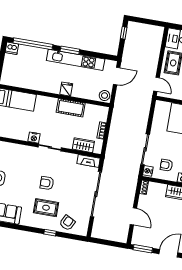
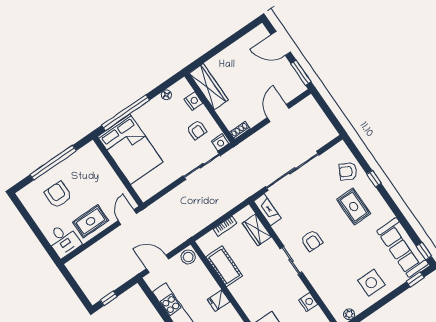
cot: (71, 108) -> (224, 266), moved
nightstand: (34, 138) -> (308, 302), moved
armchair: (47, 183) -> (312, 241), moved

